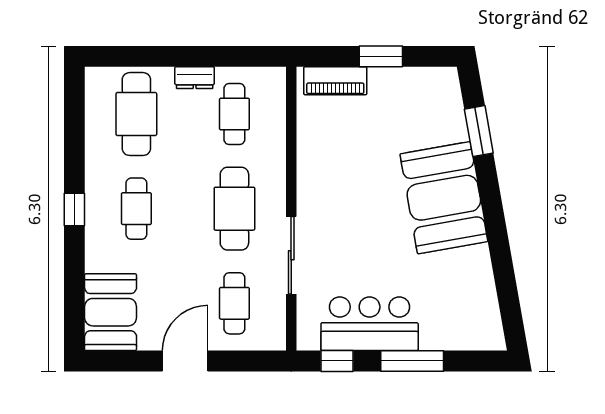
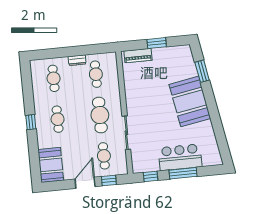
cafe table: (136, 114) -> (54, 78), width x0.73, depth x0.74
bar counter: (370, 324) -> (180, 157), moved
window: (240, 361) -> (109, 180), added

